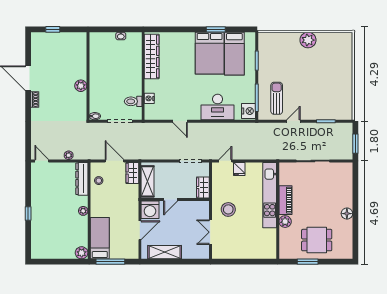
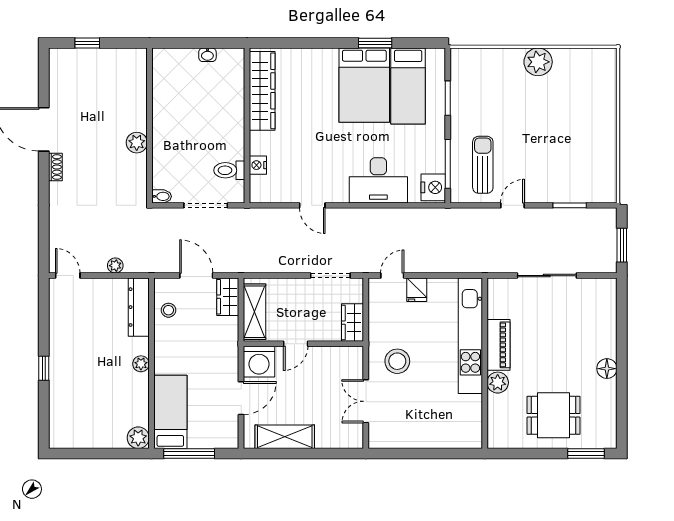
window: (308, 262) -> (586, 454), moved

